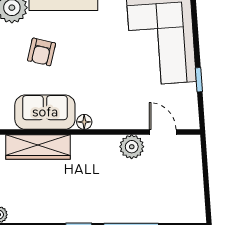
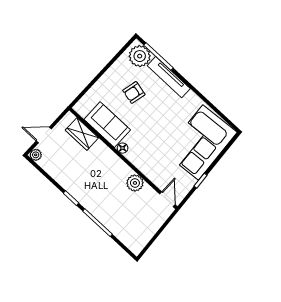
door: (163, 132) -> (167, 199), moved
wardrobe: (38, 147) -> (82, 134), width x0.67

